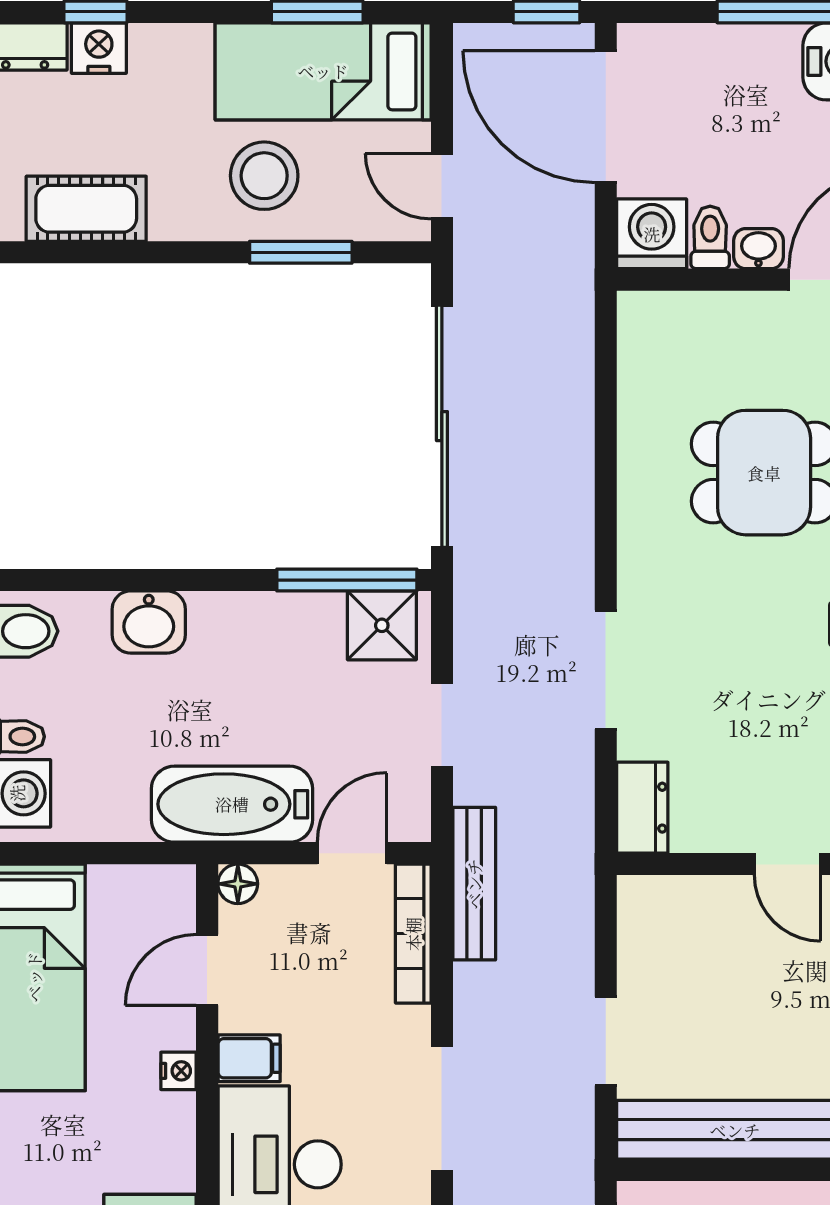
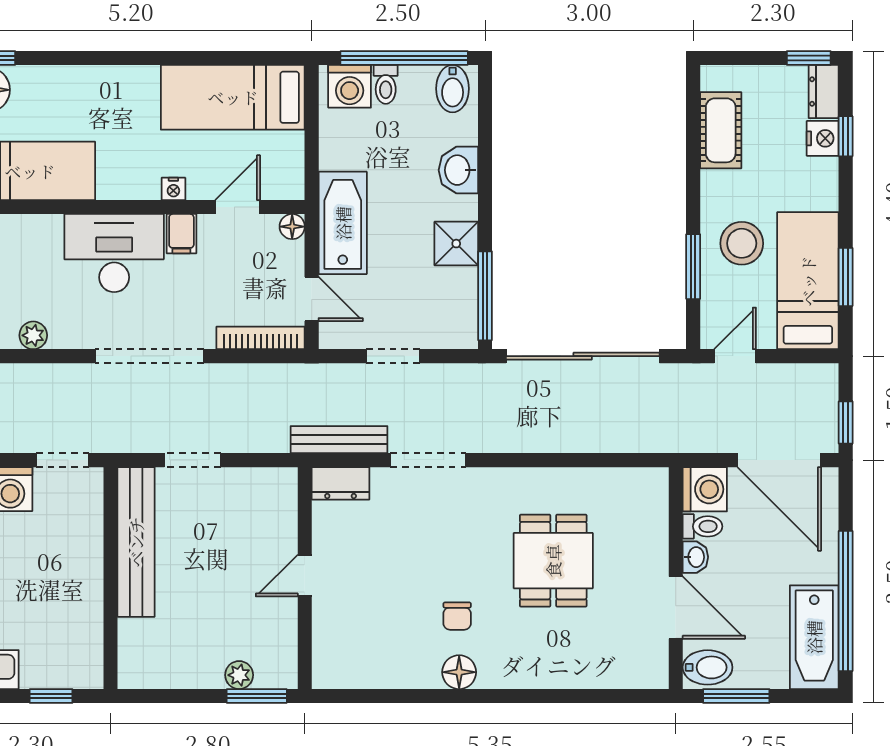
door: (606, 117) -> (779, 460), swing flipped
shower: (382, 625) -> (456, 244), moved
bench: (474, 884) -> (339, 440), moved
door: (207, 970) -> (238, 207), hinge flipped
doorway: (442, 1109) -> (149, 356), width x1.36

